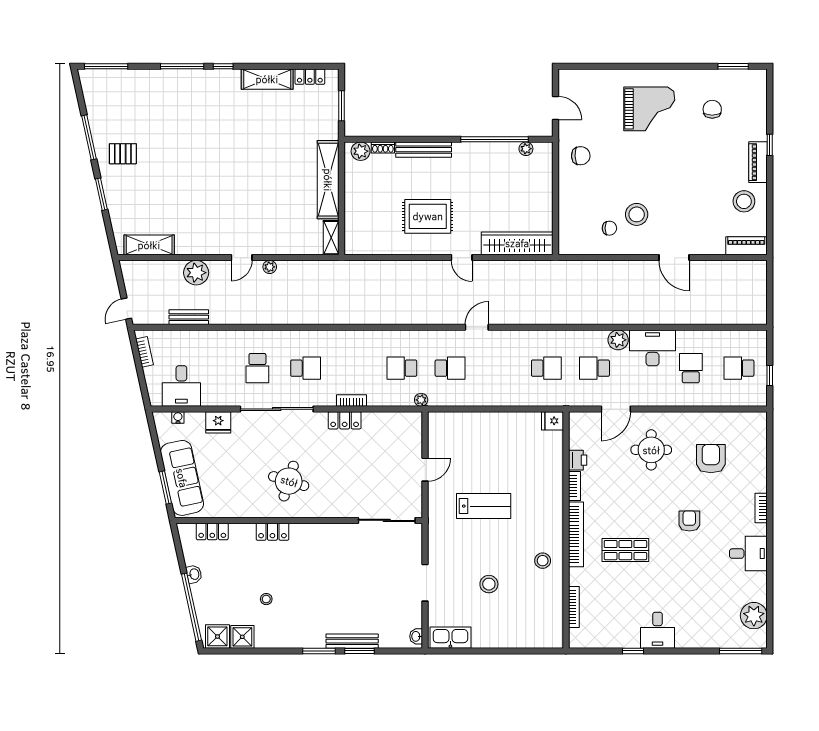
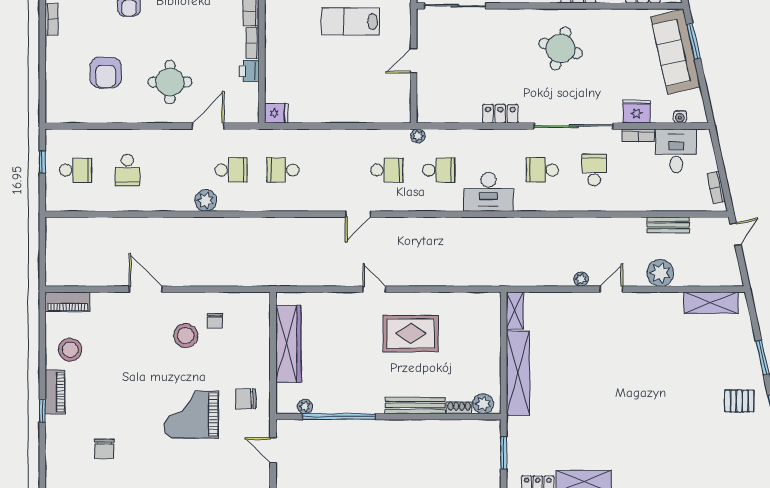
grand piano: (649, 109) -> (191, 414), moved
chair: (609, 228) -> (215, 321), turned -90
wardrobe: (517, 243) -> (288, 344), moved, turned -90
desk: (653, 348) -> (488, 192), moved
school desk: (450, 368) -> (387, 170), turned 180
bookcase: (352, 400) -> (638, 135), moved

